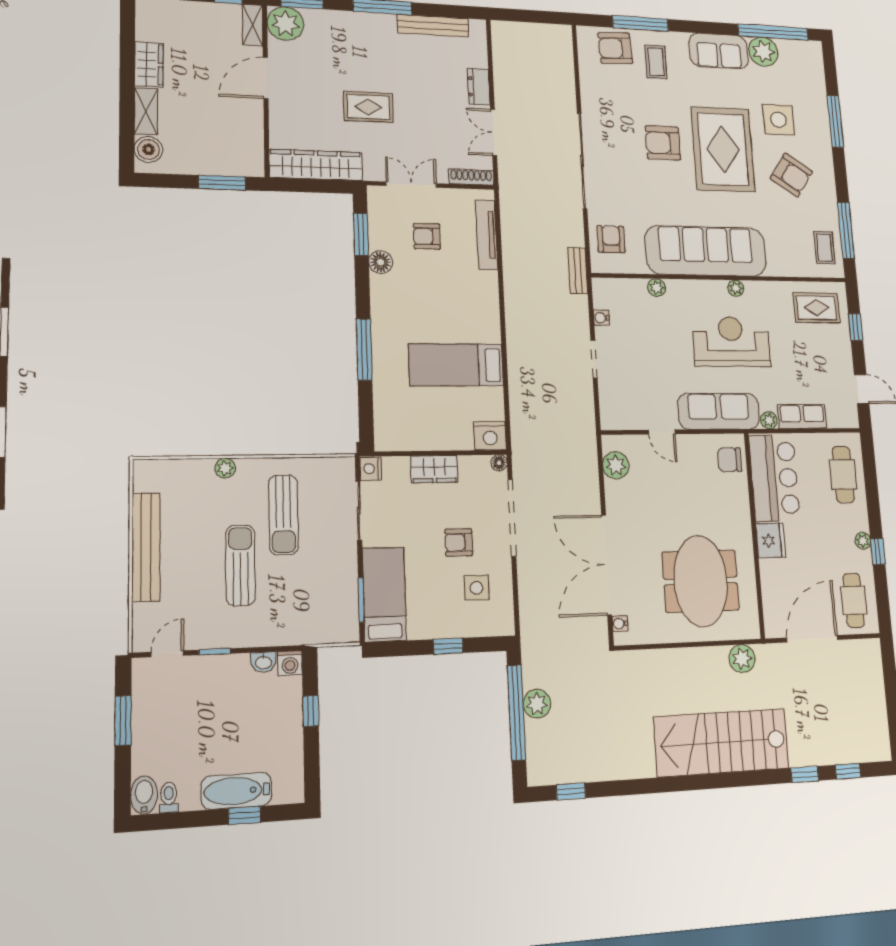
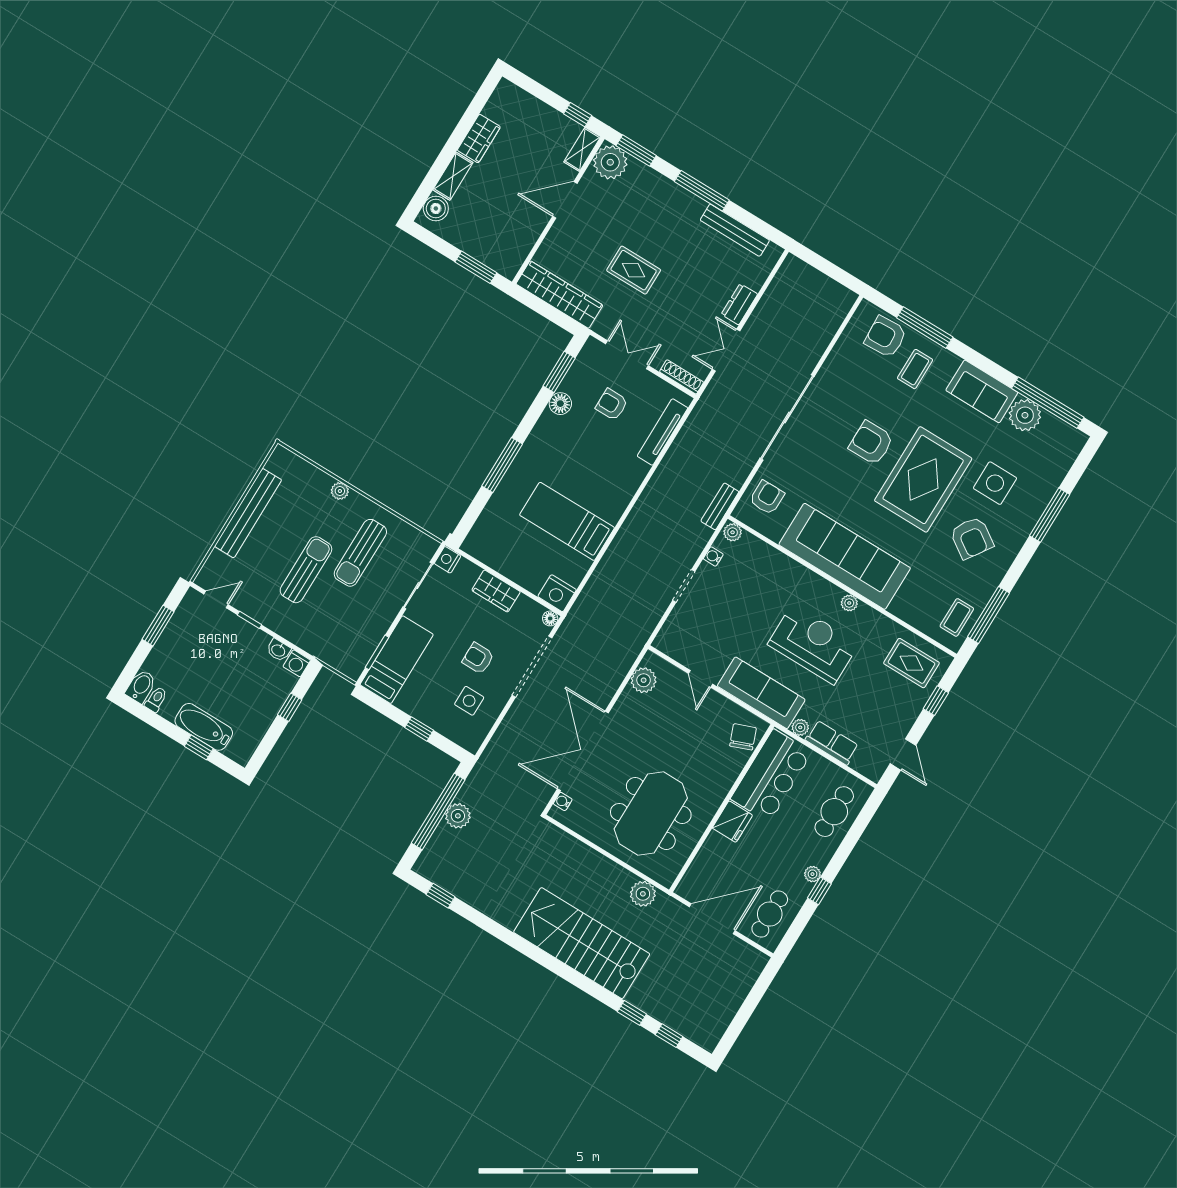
plant: (657, 288) -> (733, 532), moved
chair: (730, 460) -> (743, 737), turned 69

